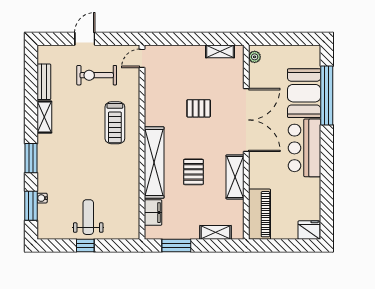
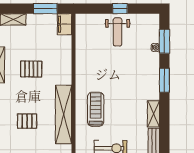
shelving: (154, 163) -> (64, 114), moved
pallet: (193, 172) -> (31, 69), turned 90
filing cabinet: (153, 213) -> (64, 24), moved

